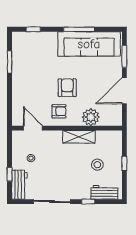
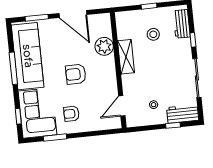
corner sofa: (34, 48) -> (37, 113), added
armchair: (59, 111) -> (71, 114), moved, turned -90

